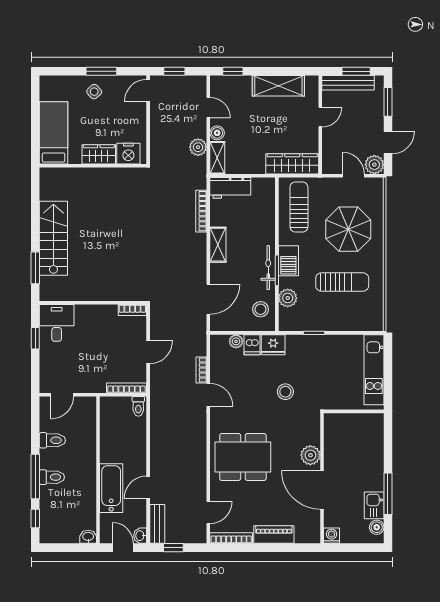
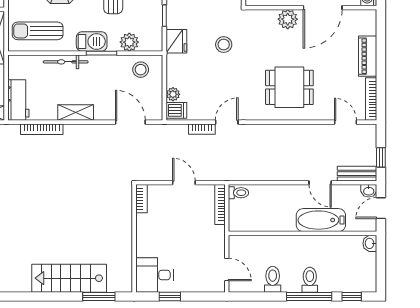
bicycle: (268, 268) -> (66, 62), moved
dishwasher: (252, 345) -> (176, 110), moved
fridge: (273, 345) -> (176, 41), moved
dining table: (243, 457) -> (289, 87), width x0.73

